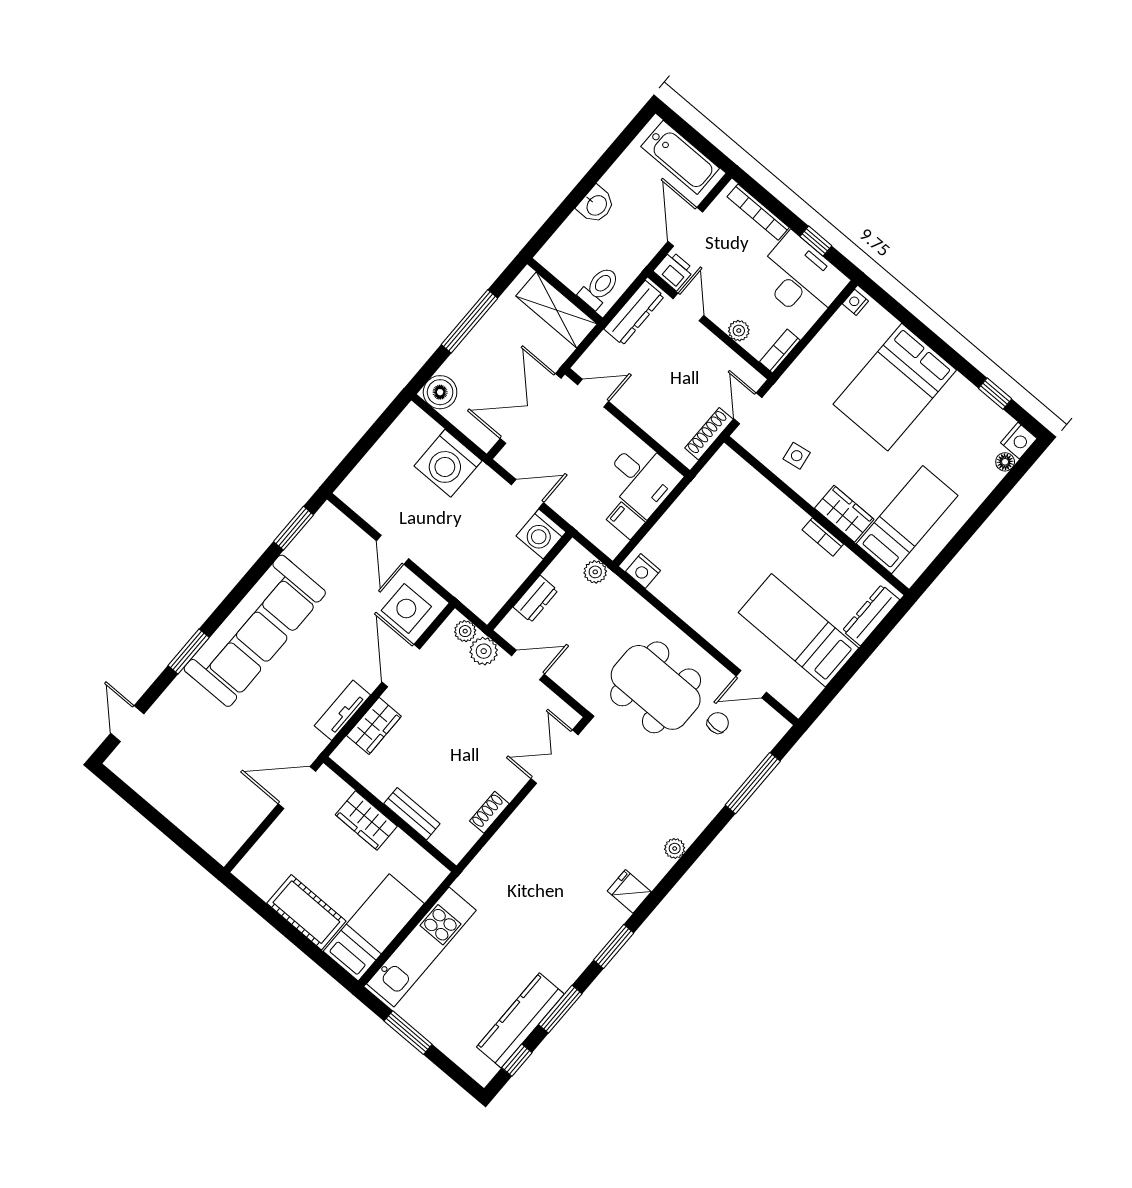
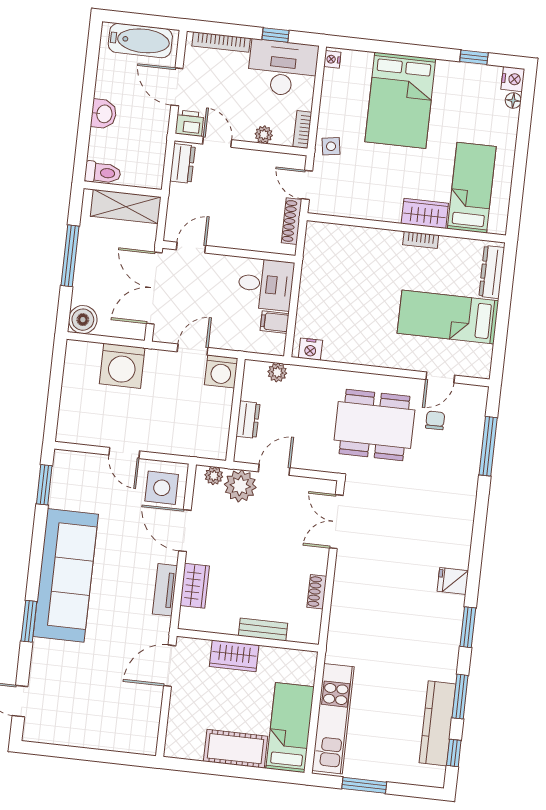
toilet: (599, 288) -> (103, 173), moved, turned 90
dresser: (634, 313) -> (182, 163), width x0.70
side table: (797, 456) -> (331, 146), moved
plant: (484, 651) -> (240, 486), width x1.36, depth x1.36
plant: (675, 848) -> (464, 529), removed

